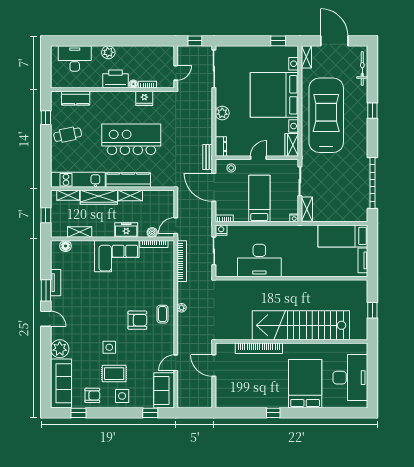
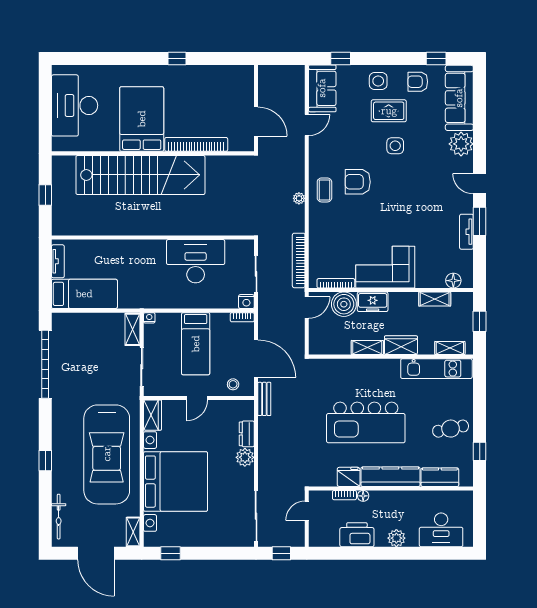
printer: (116, 79) -> (357, 535), moved, turned 180
dresser: (221, 146) -> (247, 434), moved
kitchen counter: (128, 180) -> (390, 477), moved, turned 180
wardrobe: (99, 197) -> (401, 345), width x0.67
boiler: (152, 232) -> (344, 304), width x1.86, depth x1.86
bed: (305, 384) -> (142, 119), moved, turned 180

